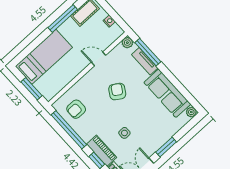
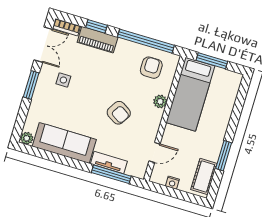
window: (63, 18) -> (224, 156), width x0.69
plant: (127, 43) -> (160, 101), moved
bed: (44, 57) -> (190, 94), moved
door: (99, 59) -> (155, 153), moved
side table: (124, 133) -> (63, 80), moved

